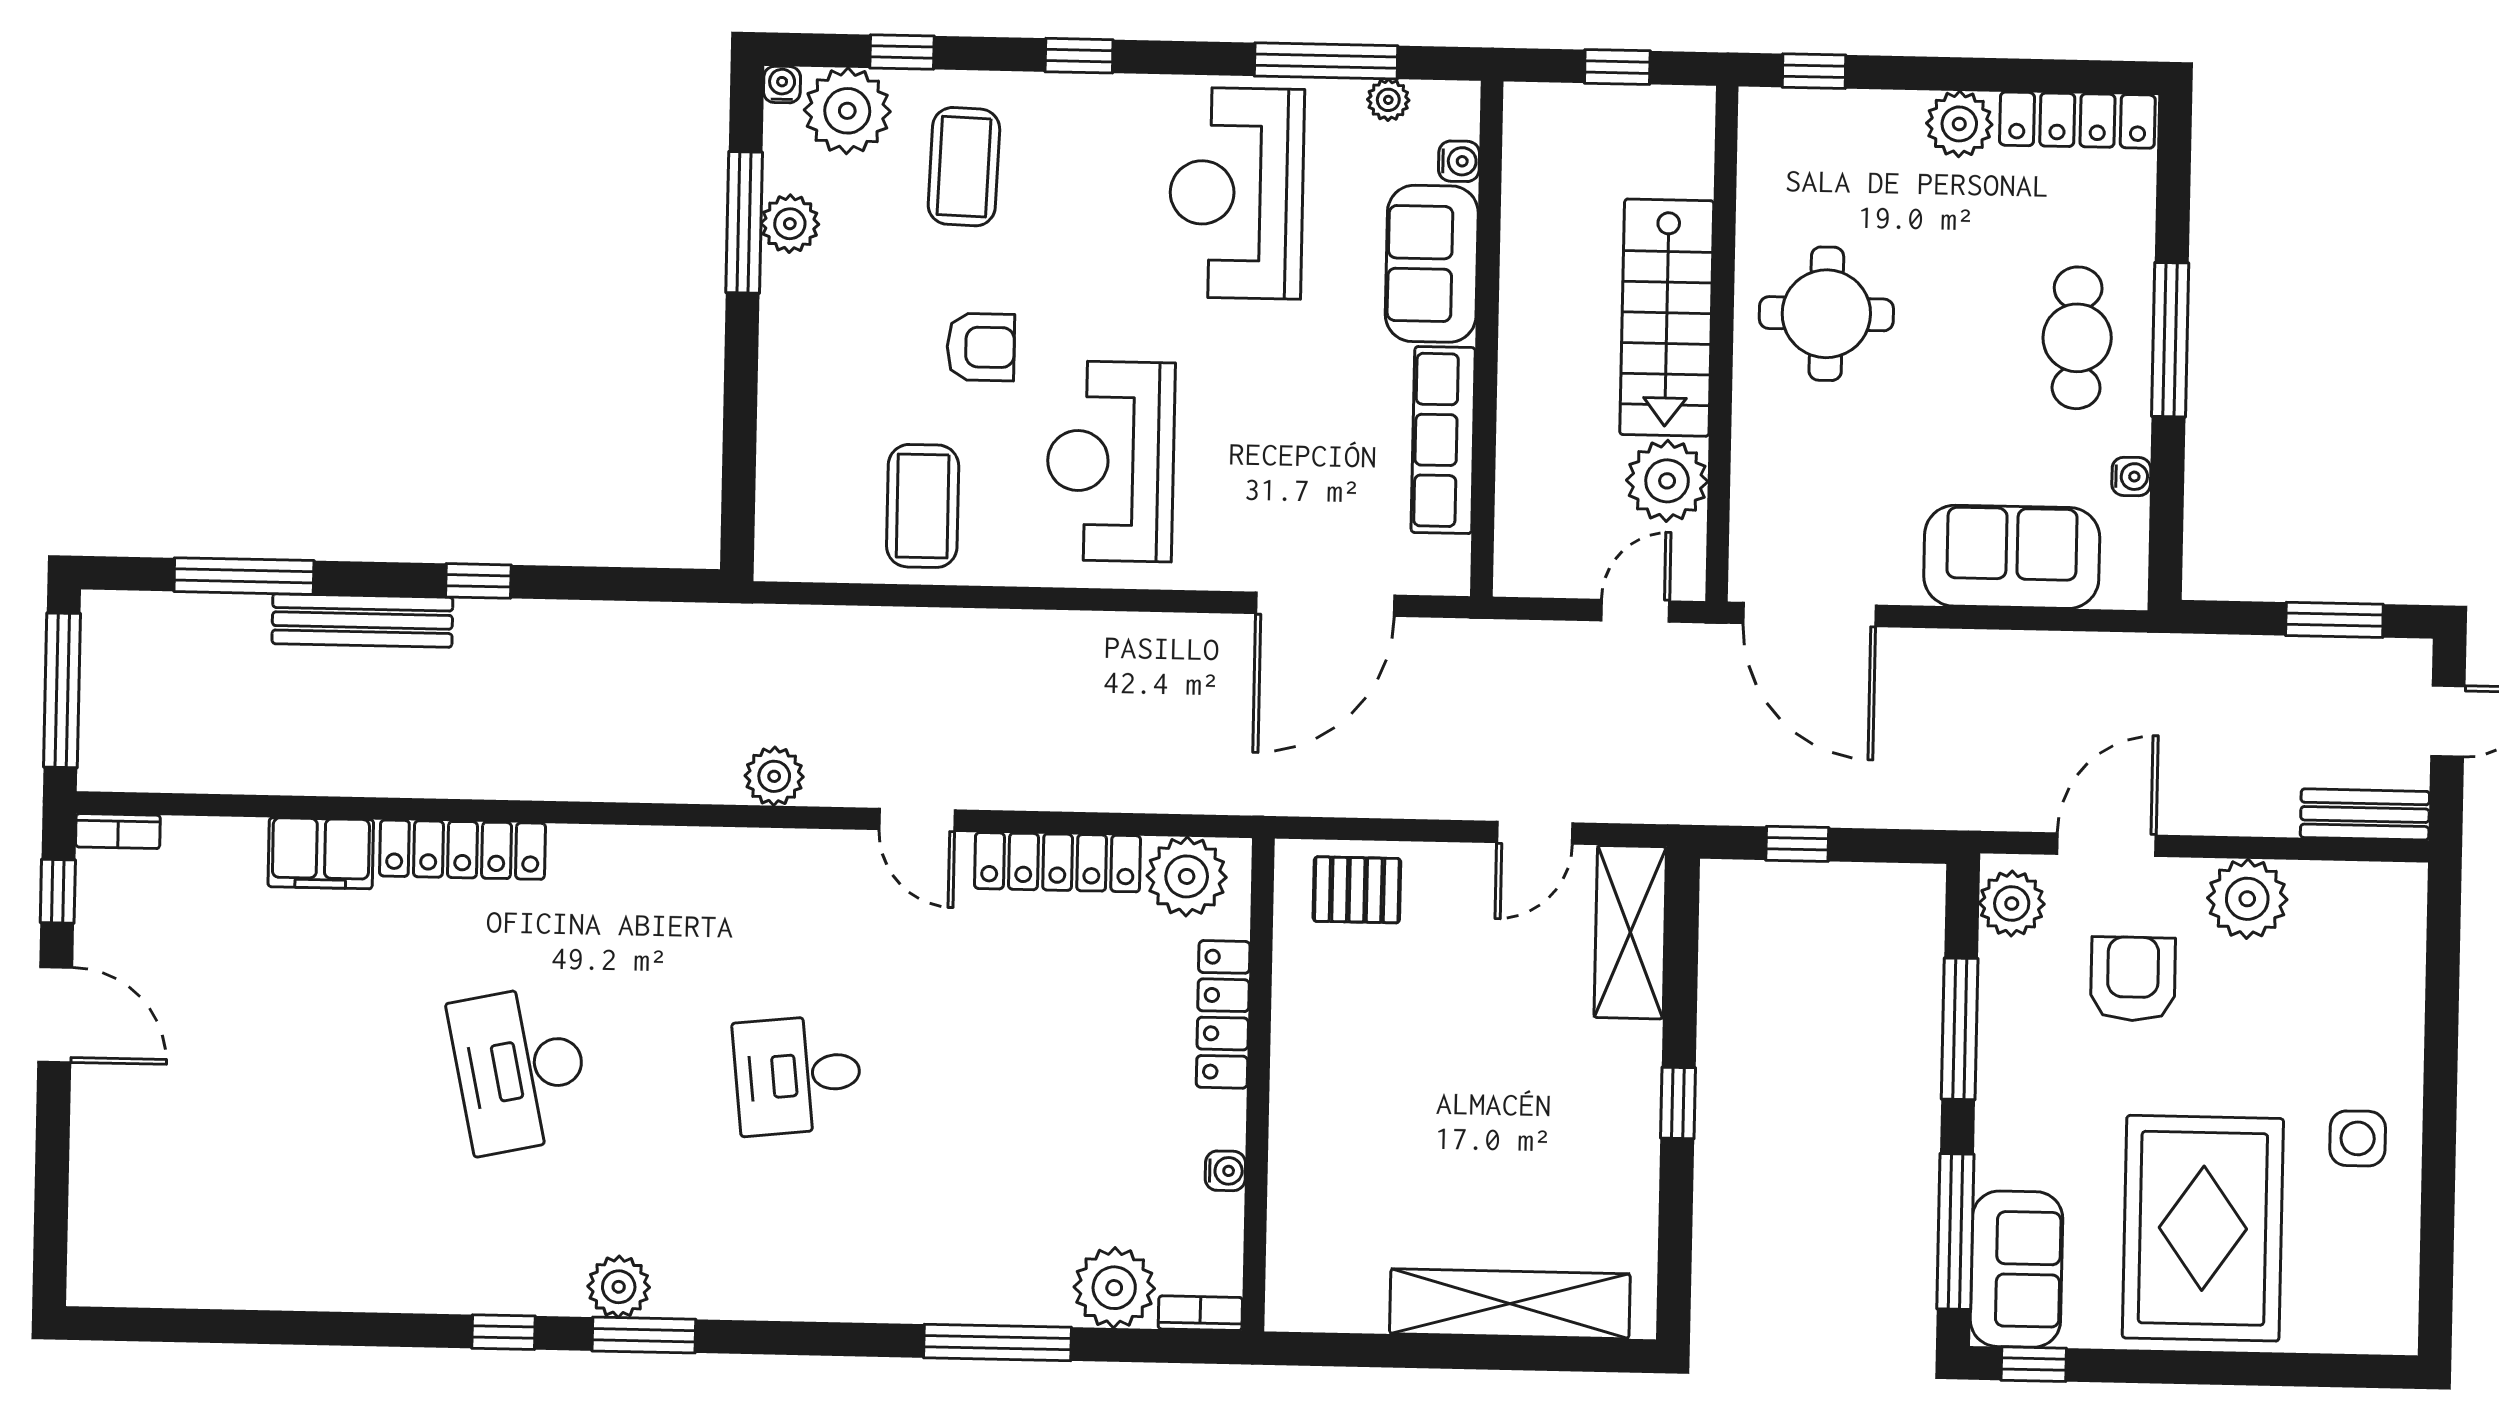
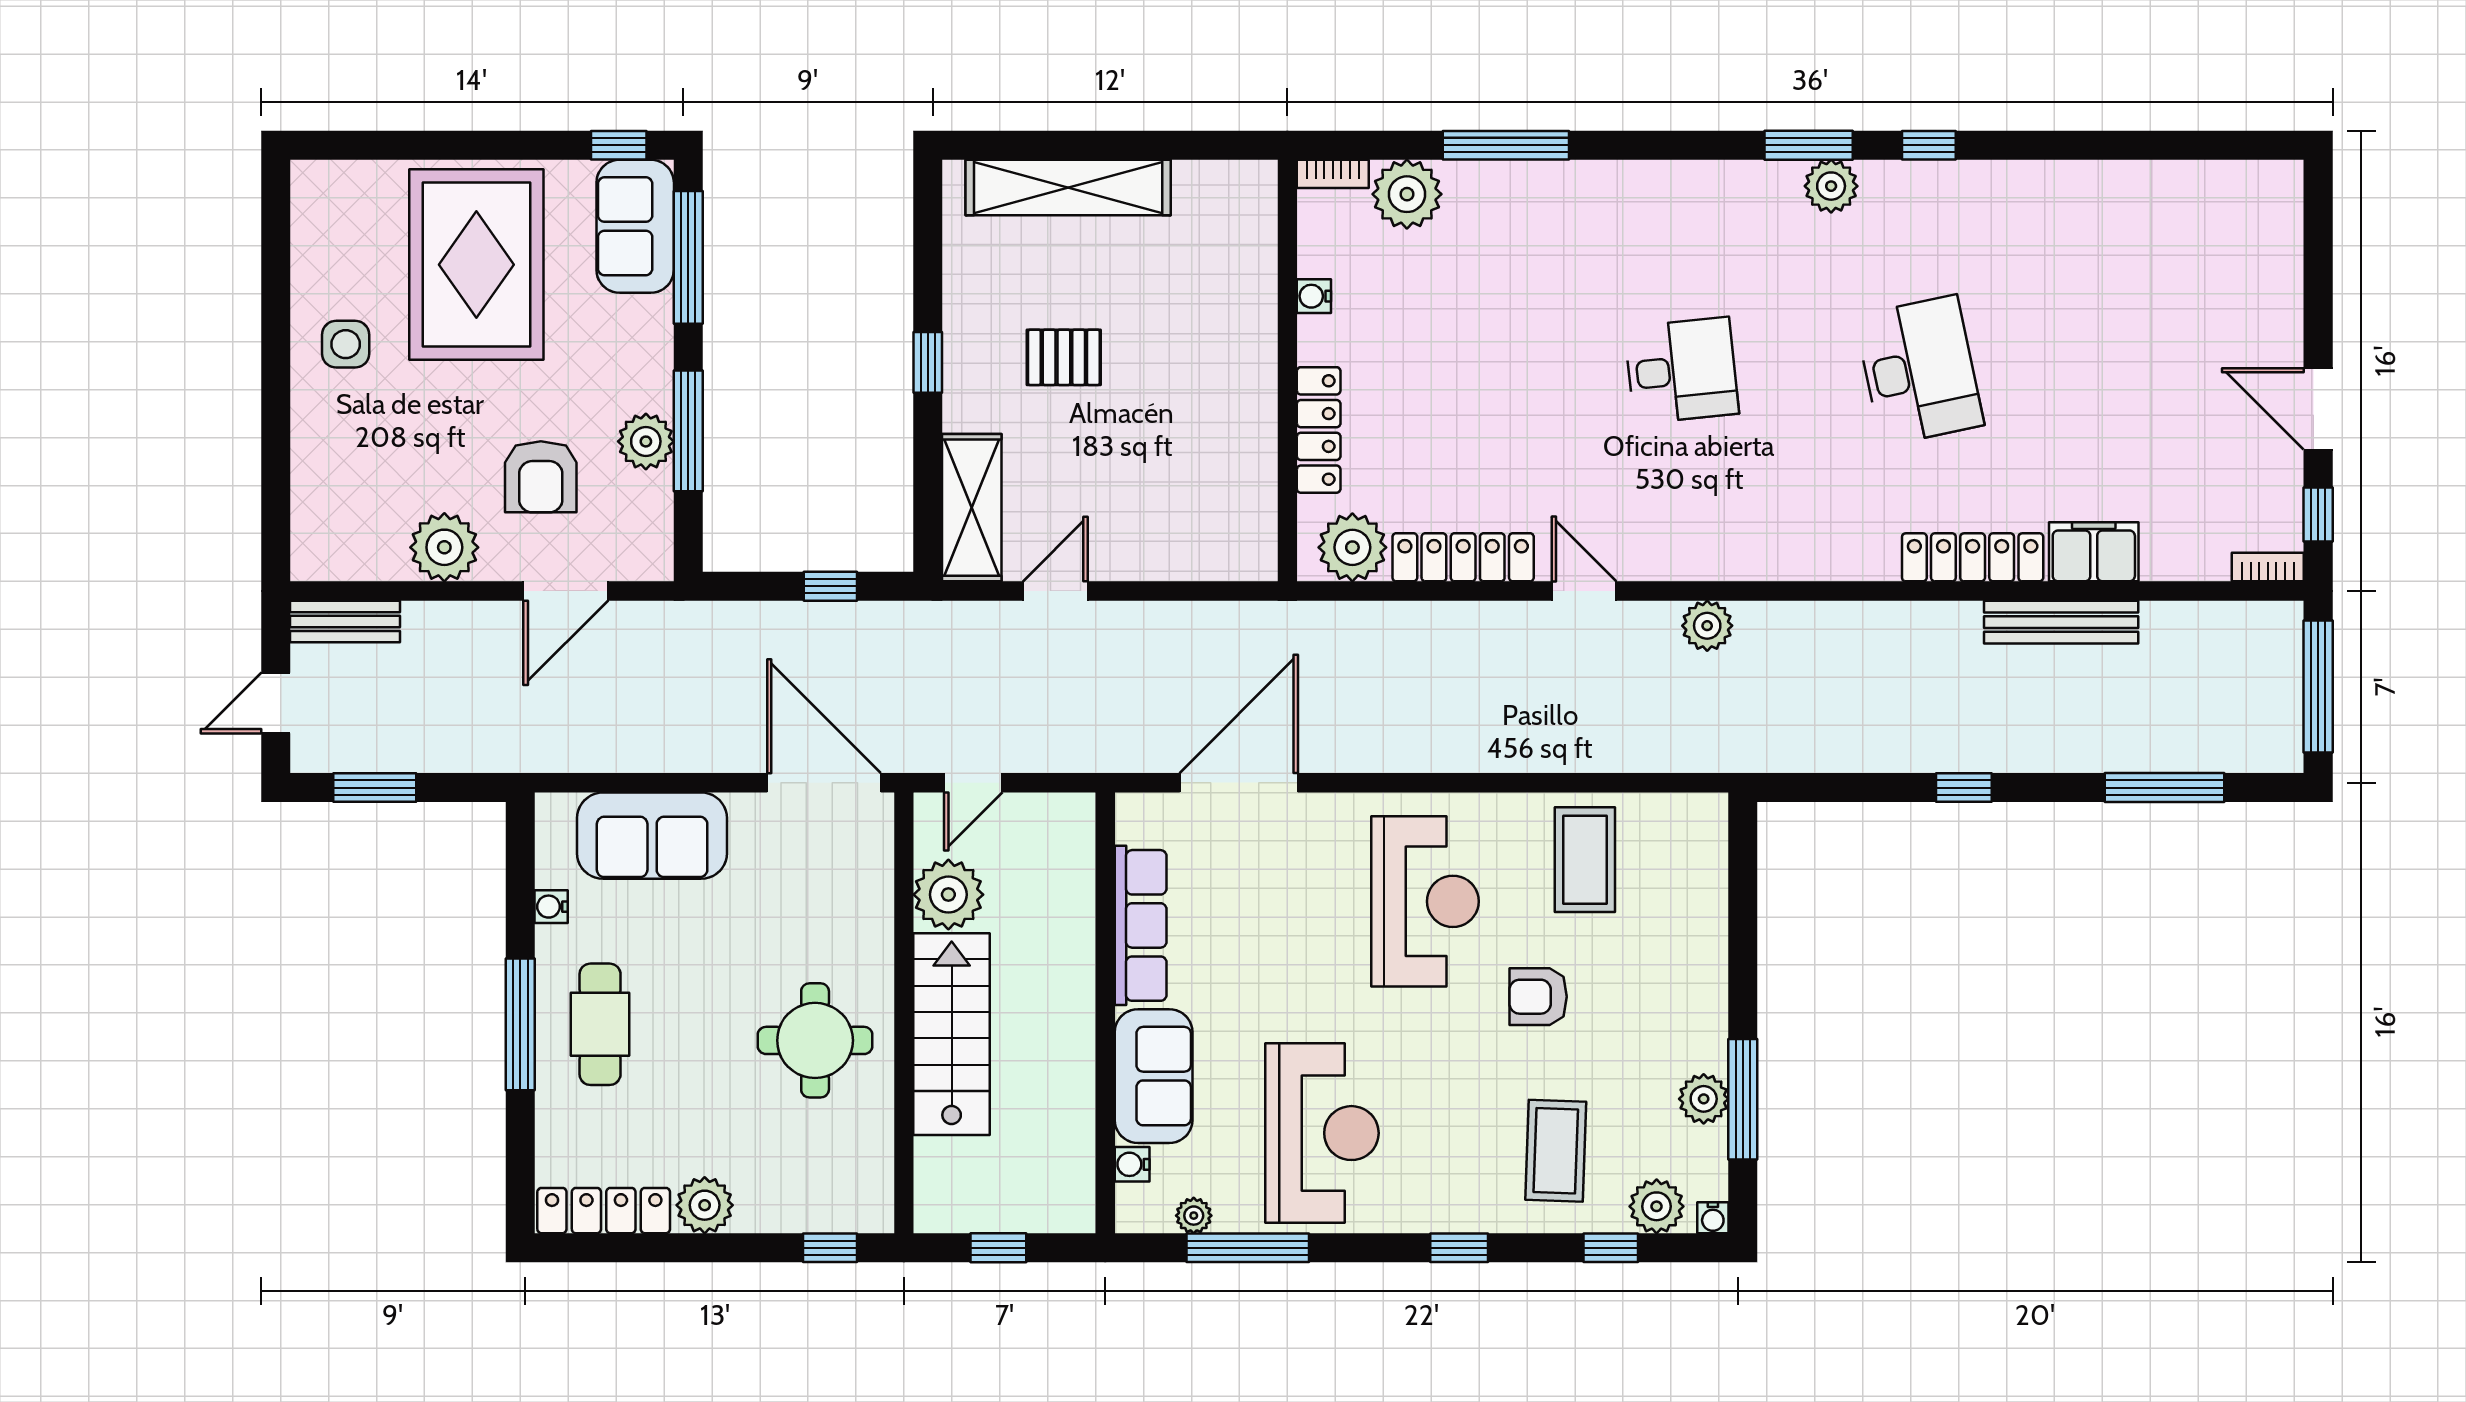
plant: (847, 111) -> (1657, 1206), width x0.73, depth x0.73
bench: (362, 620) -> (2061, 622), moved
pallet: (1357, 890) -> (1064, 357), moved
plant: (2012, 903) -> (646, 441), moved

